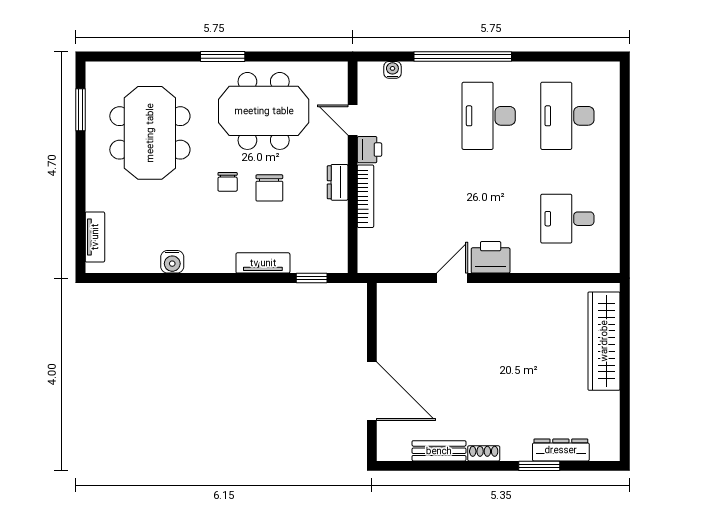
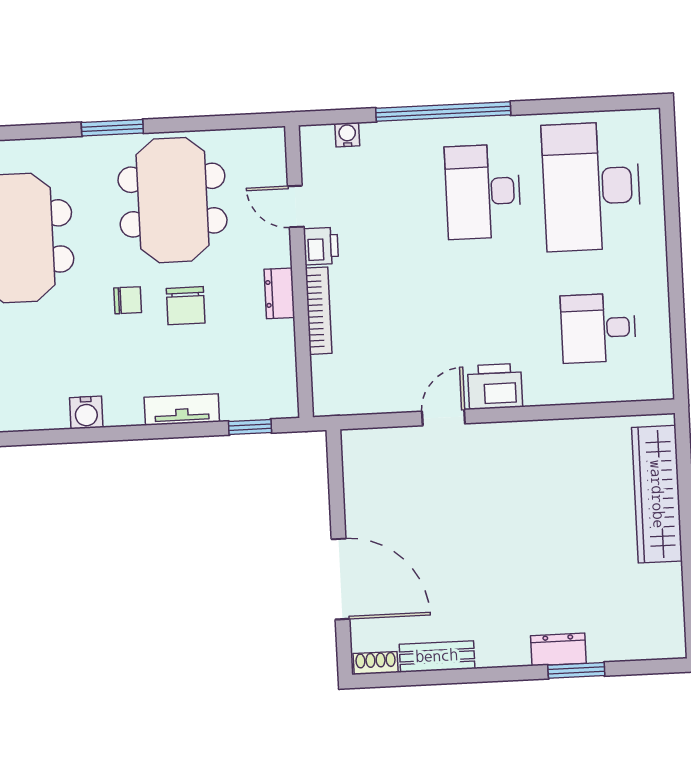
meeting table: (264, 111) -> (173, 200), turned 90
desk: (567, 116) -> (591, 186), width x1.36, depth x1.30
chair: (228, 182) -> (128, 300), turned -90
water cooler: (172, 262) -> (86, 413), moved
dresser: (561, 450) -> (558, 649), moved, width x0.70
shoe rack: (484, 453) -> (376, 663), moved

